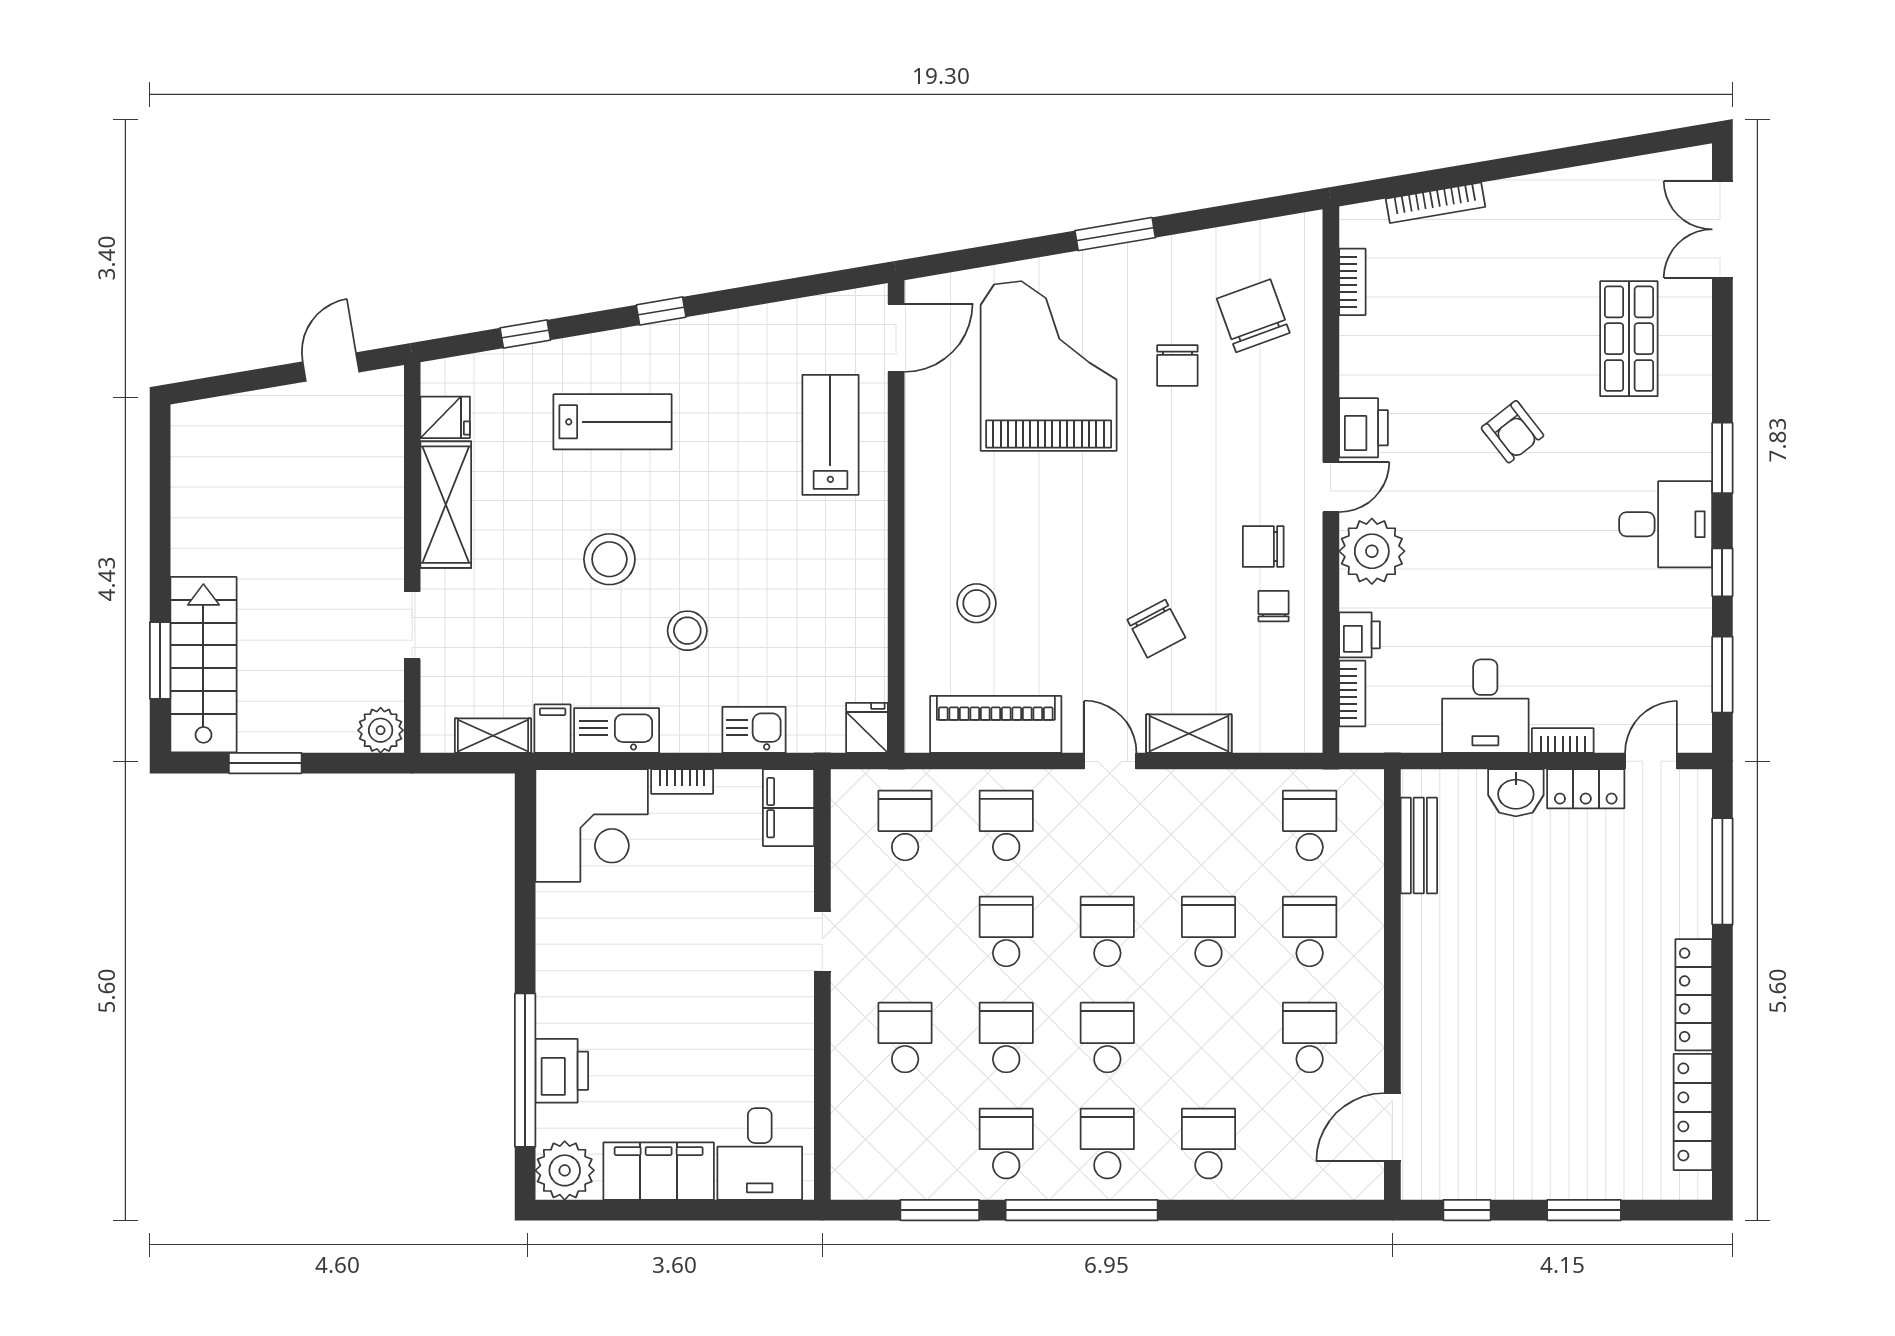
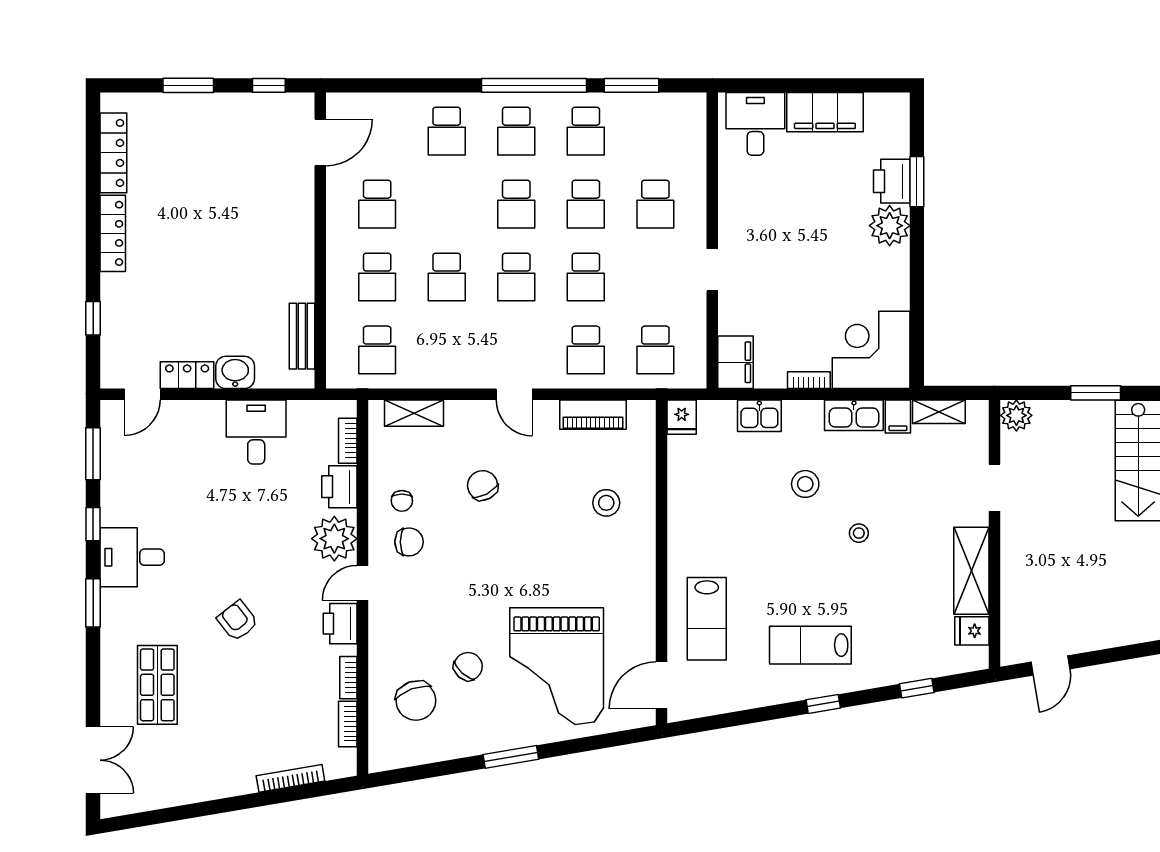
chair: (1177, 365) -> (468, 666), turned 42
lab bench: (613, 422) -> (810, 645), moved
stool: (609, 559) -> (859, 533), width x0.53, depth x0.53
printer: (1359, 635) -> (339, 487), width x1.36, depth x1.24
piano: (996, 724) -> (593, 415), width x0.73, depth x0.75
shelving: (1189, 734) -> (414, 413), moved
bookcase: (1563, 741) -> (348, 678), moved, turned 90
window: (1722, 871) -> (93, 318), width x0.46
window: (525, 1070) -> (917, 182), width x0.47
plant: (565, 1170) -> (890, 226), moved

